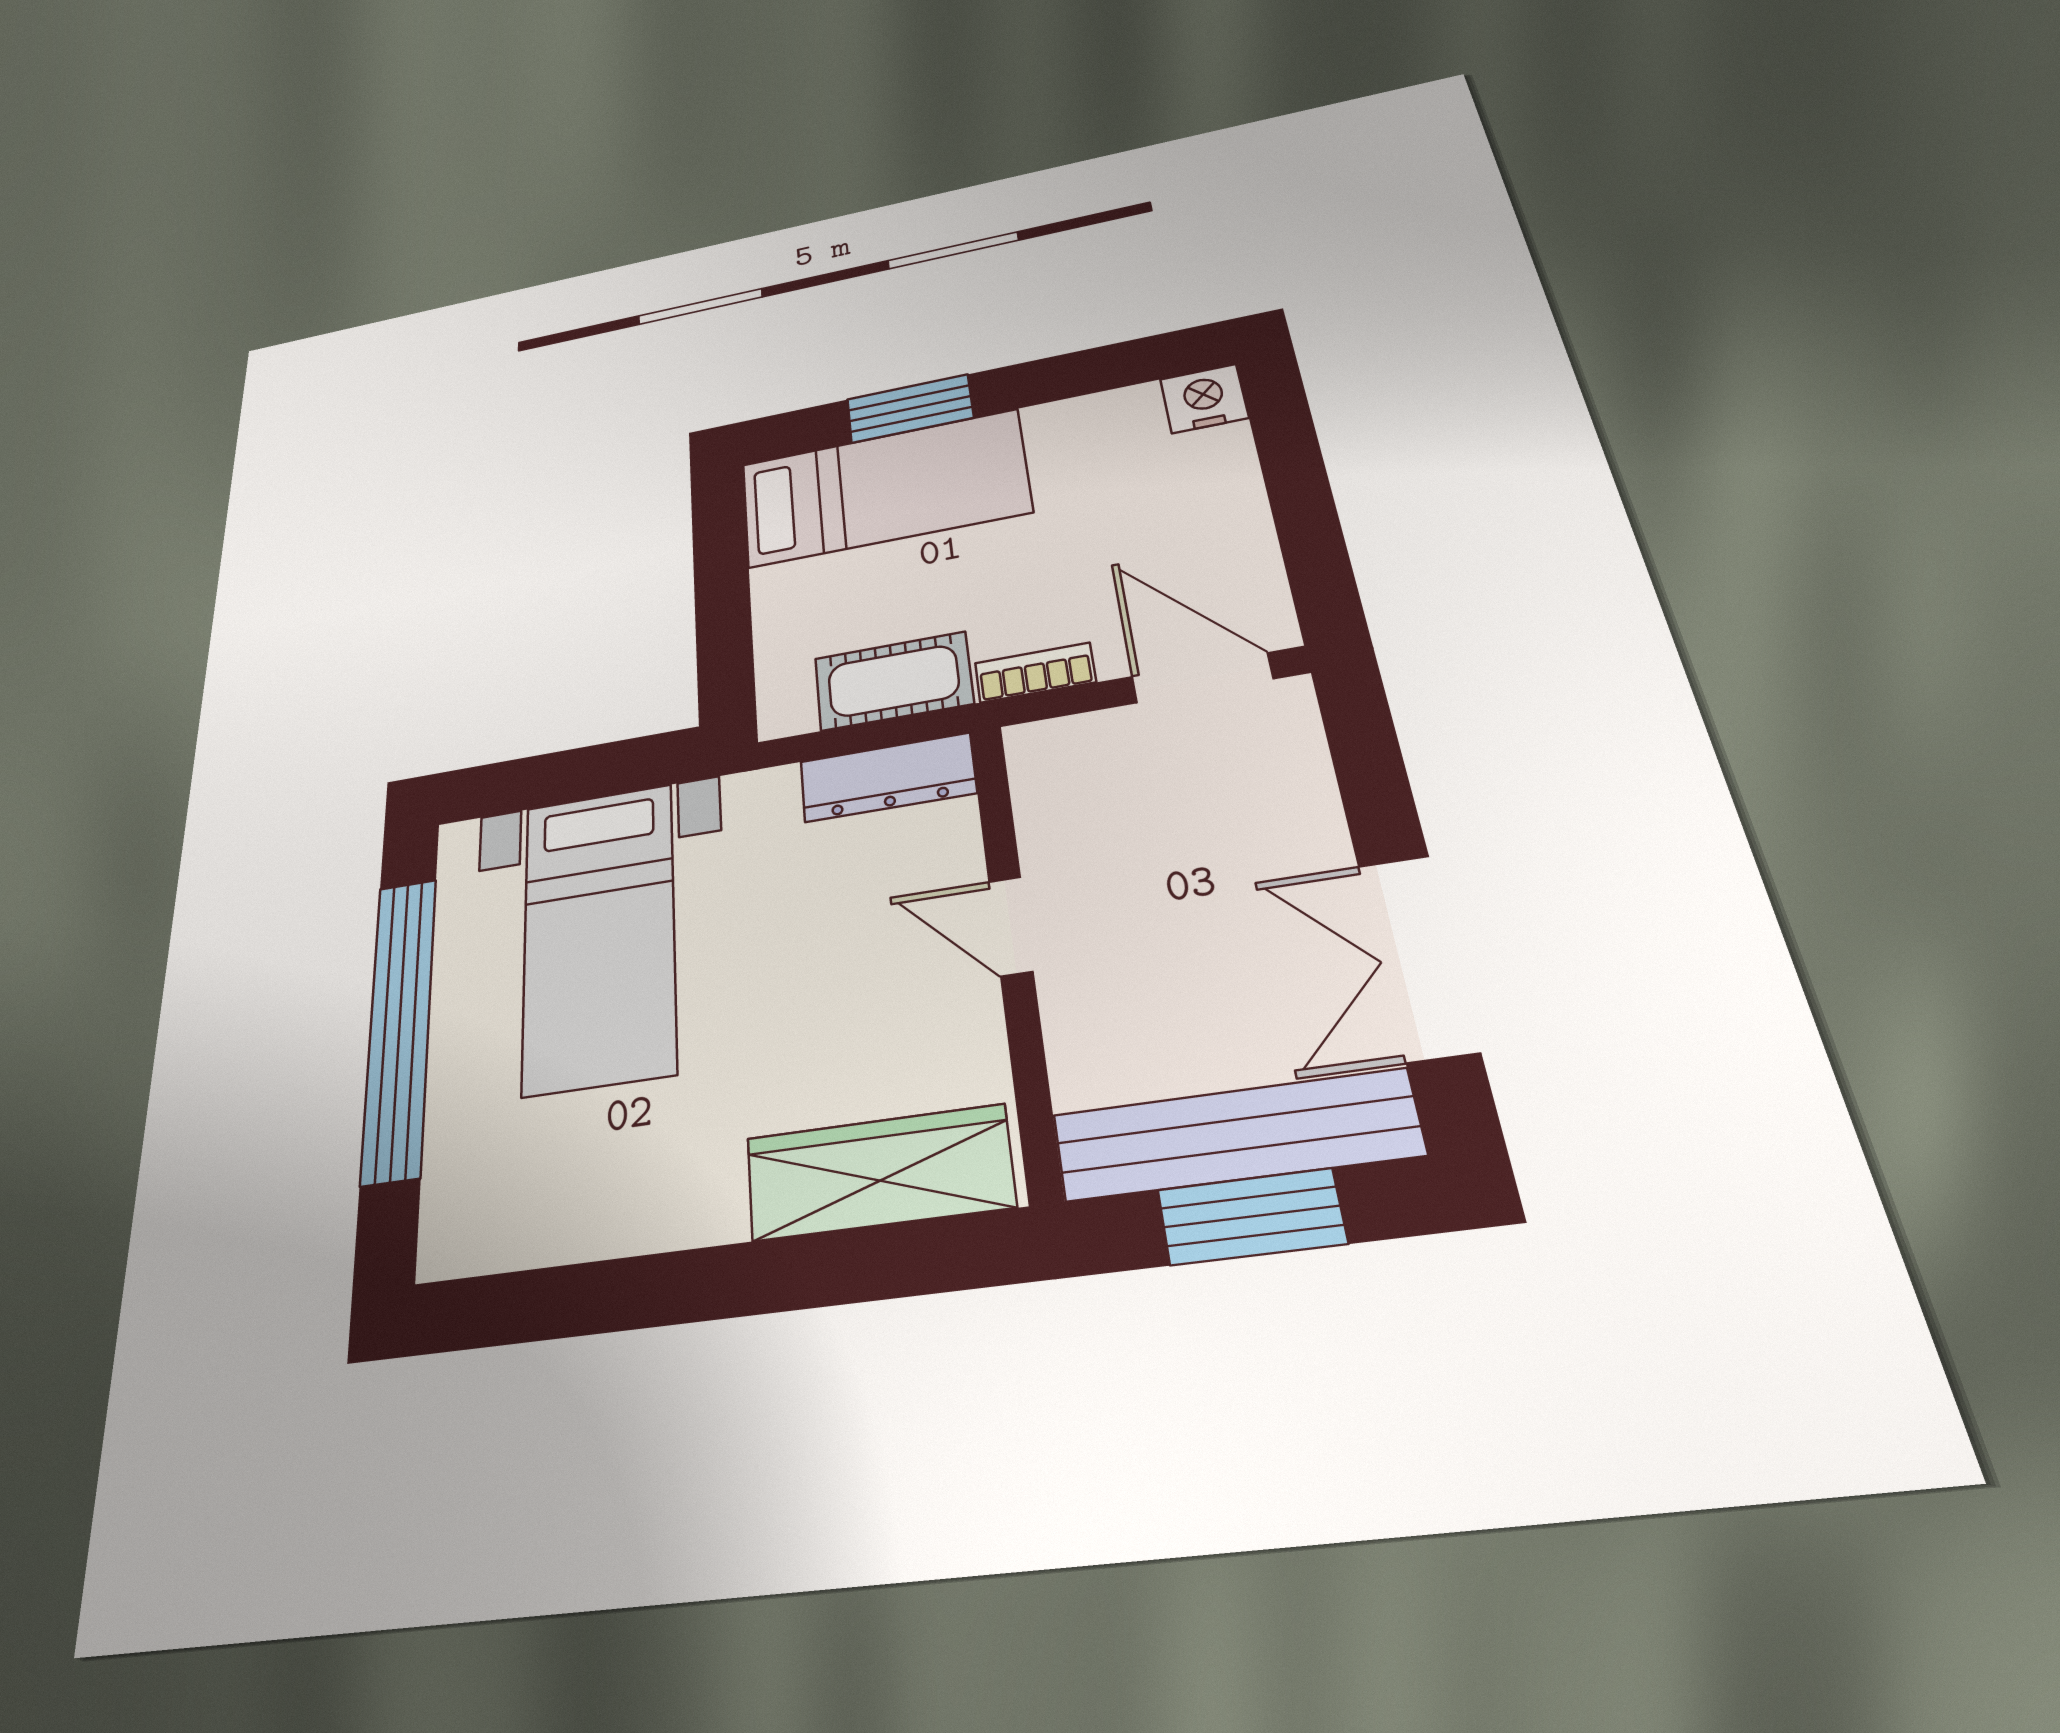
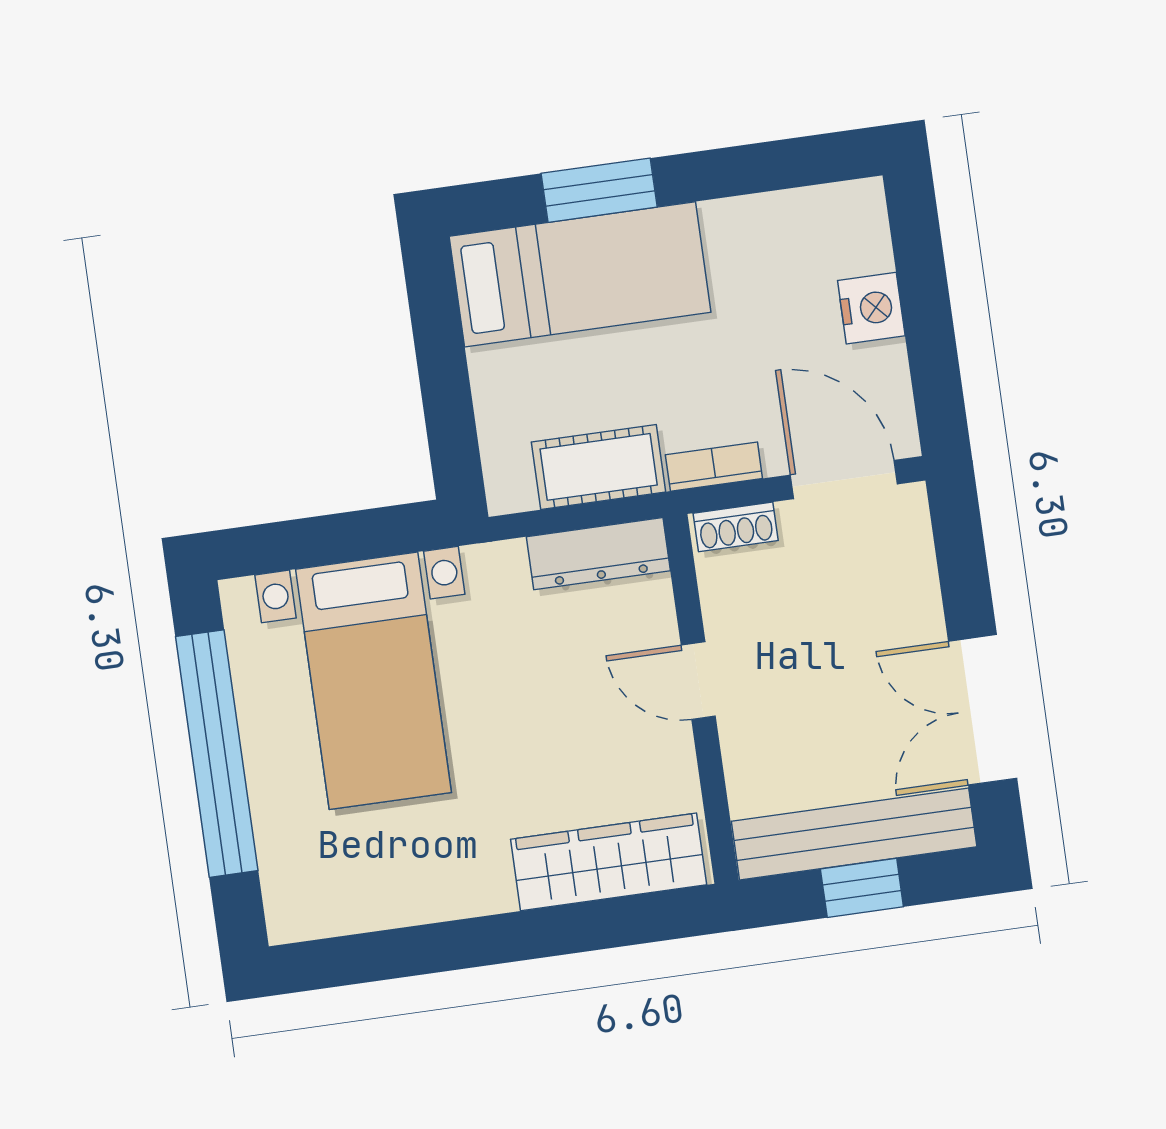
nightstand: (1204, 399) -> (871, 308), moved, turned 90
shoe rack: (1062, 739) -> (736, 527), added
window: (1251, 1217) -> (862, 888), width x0.67

